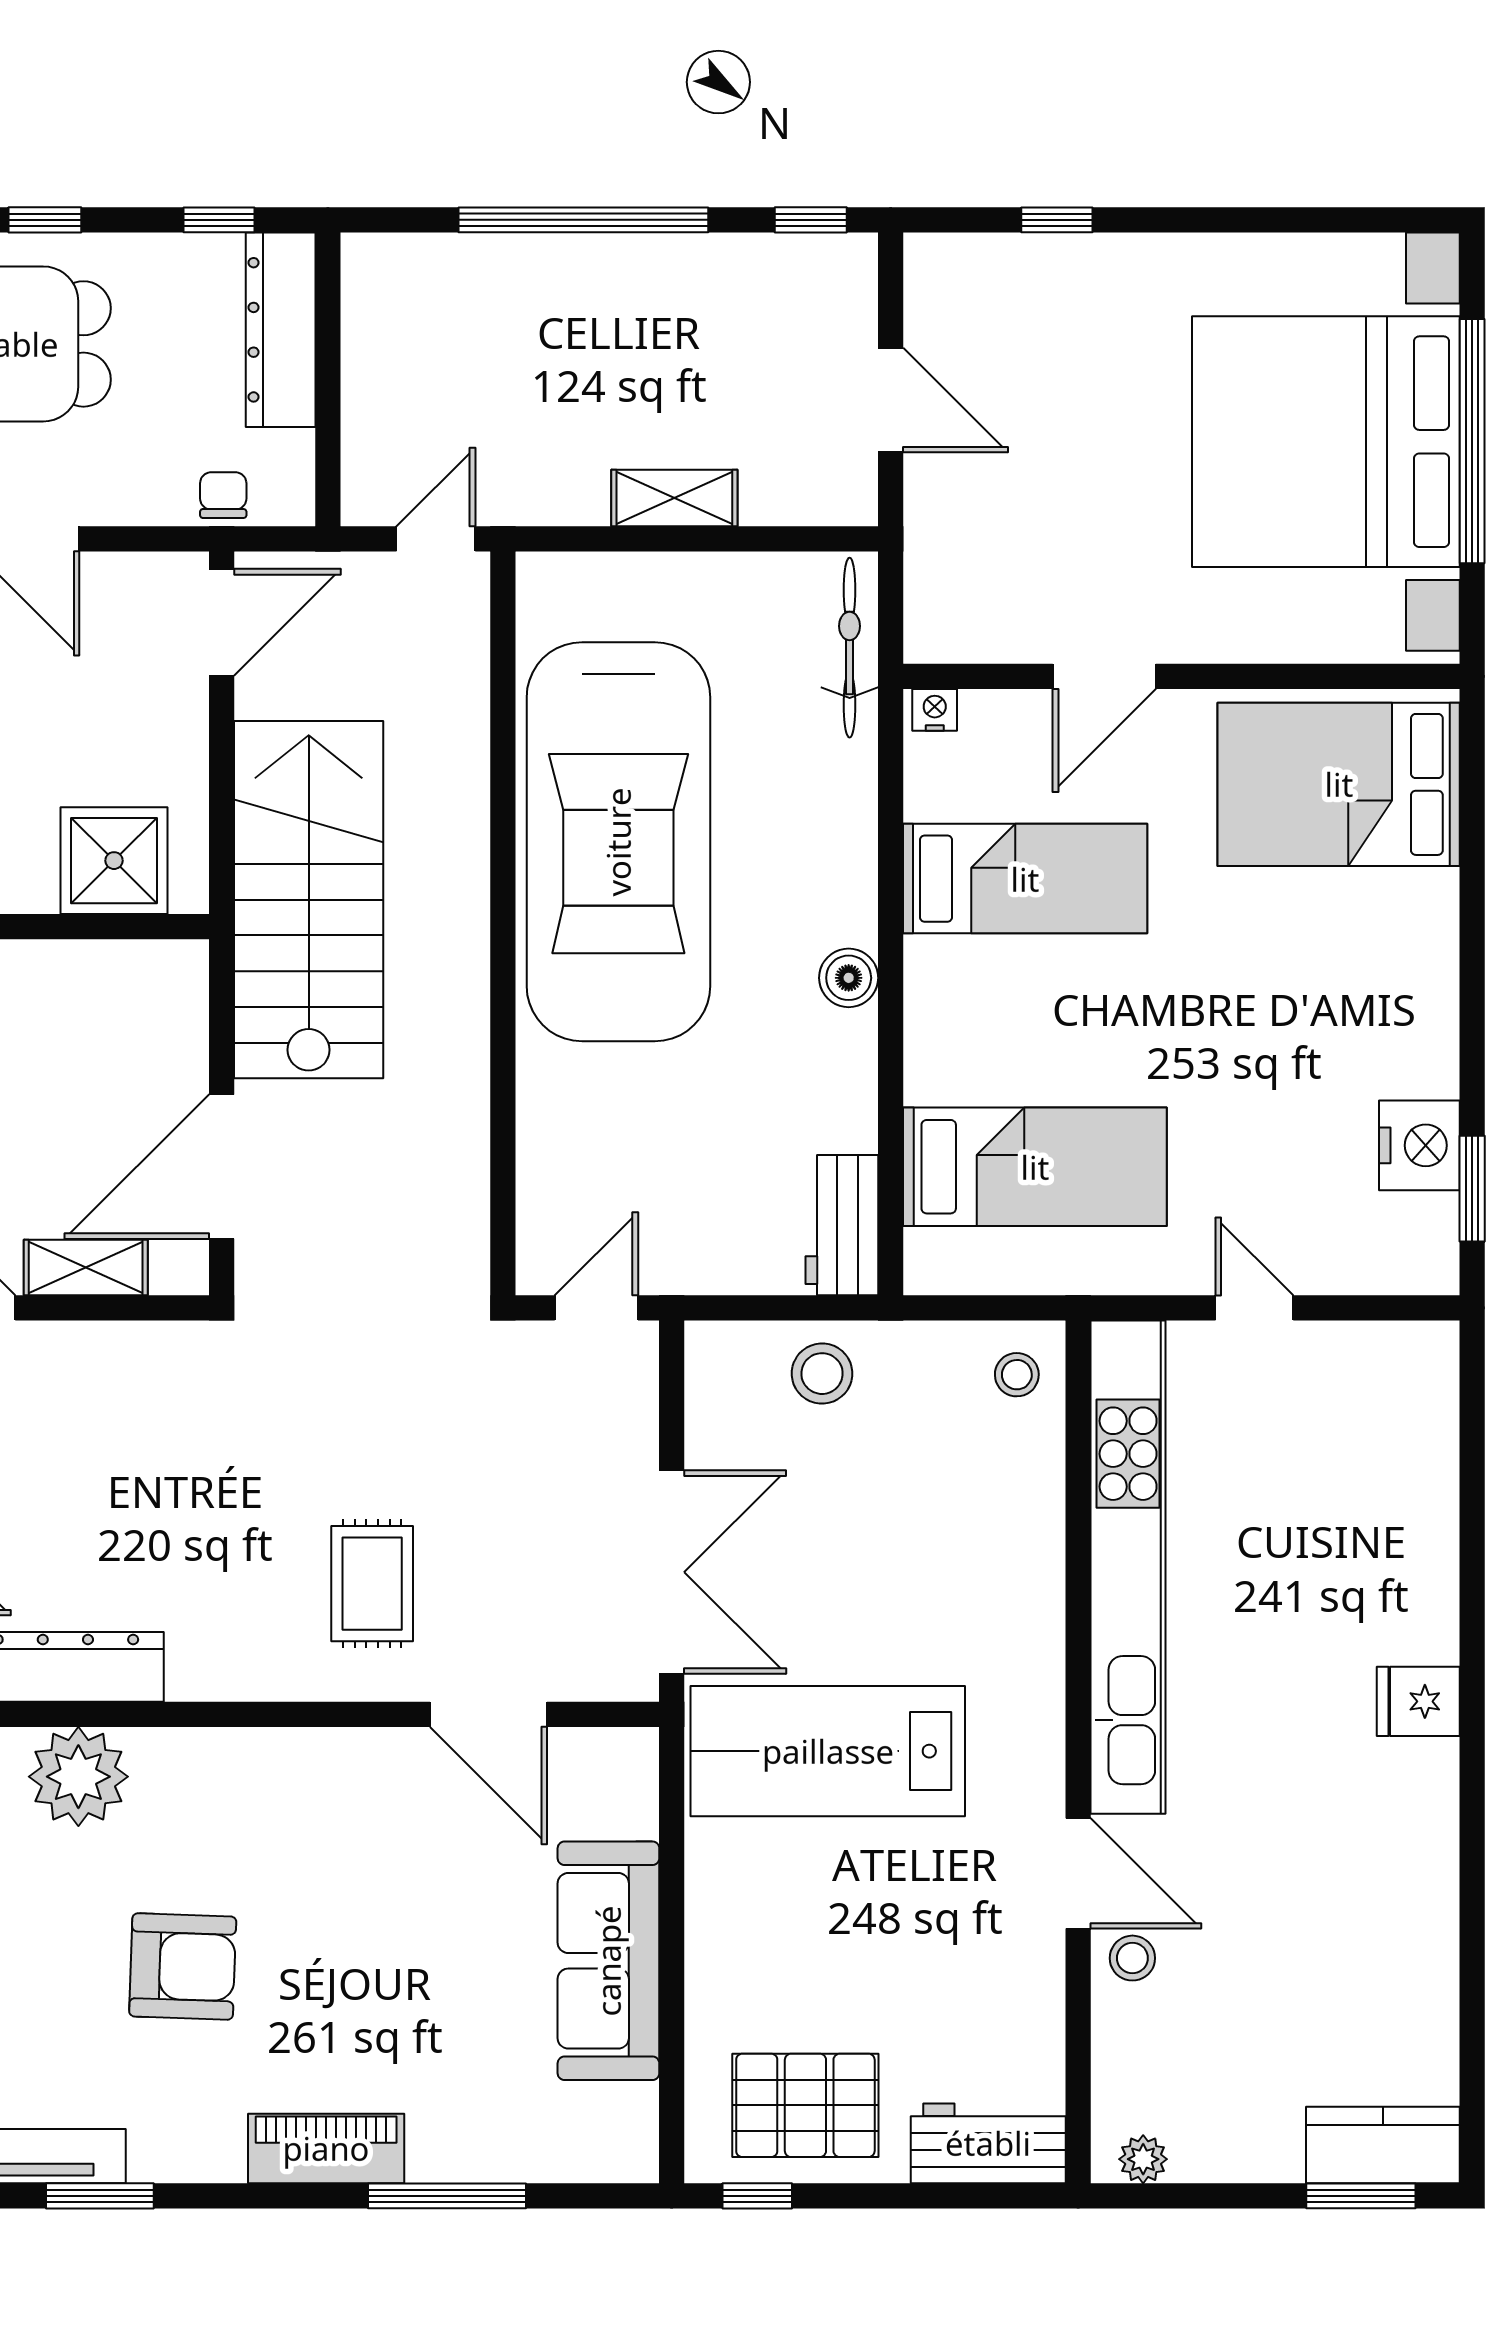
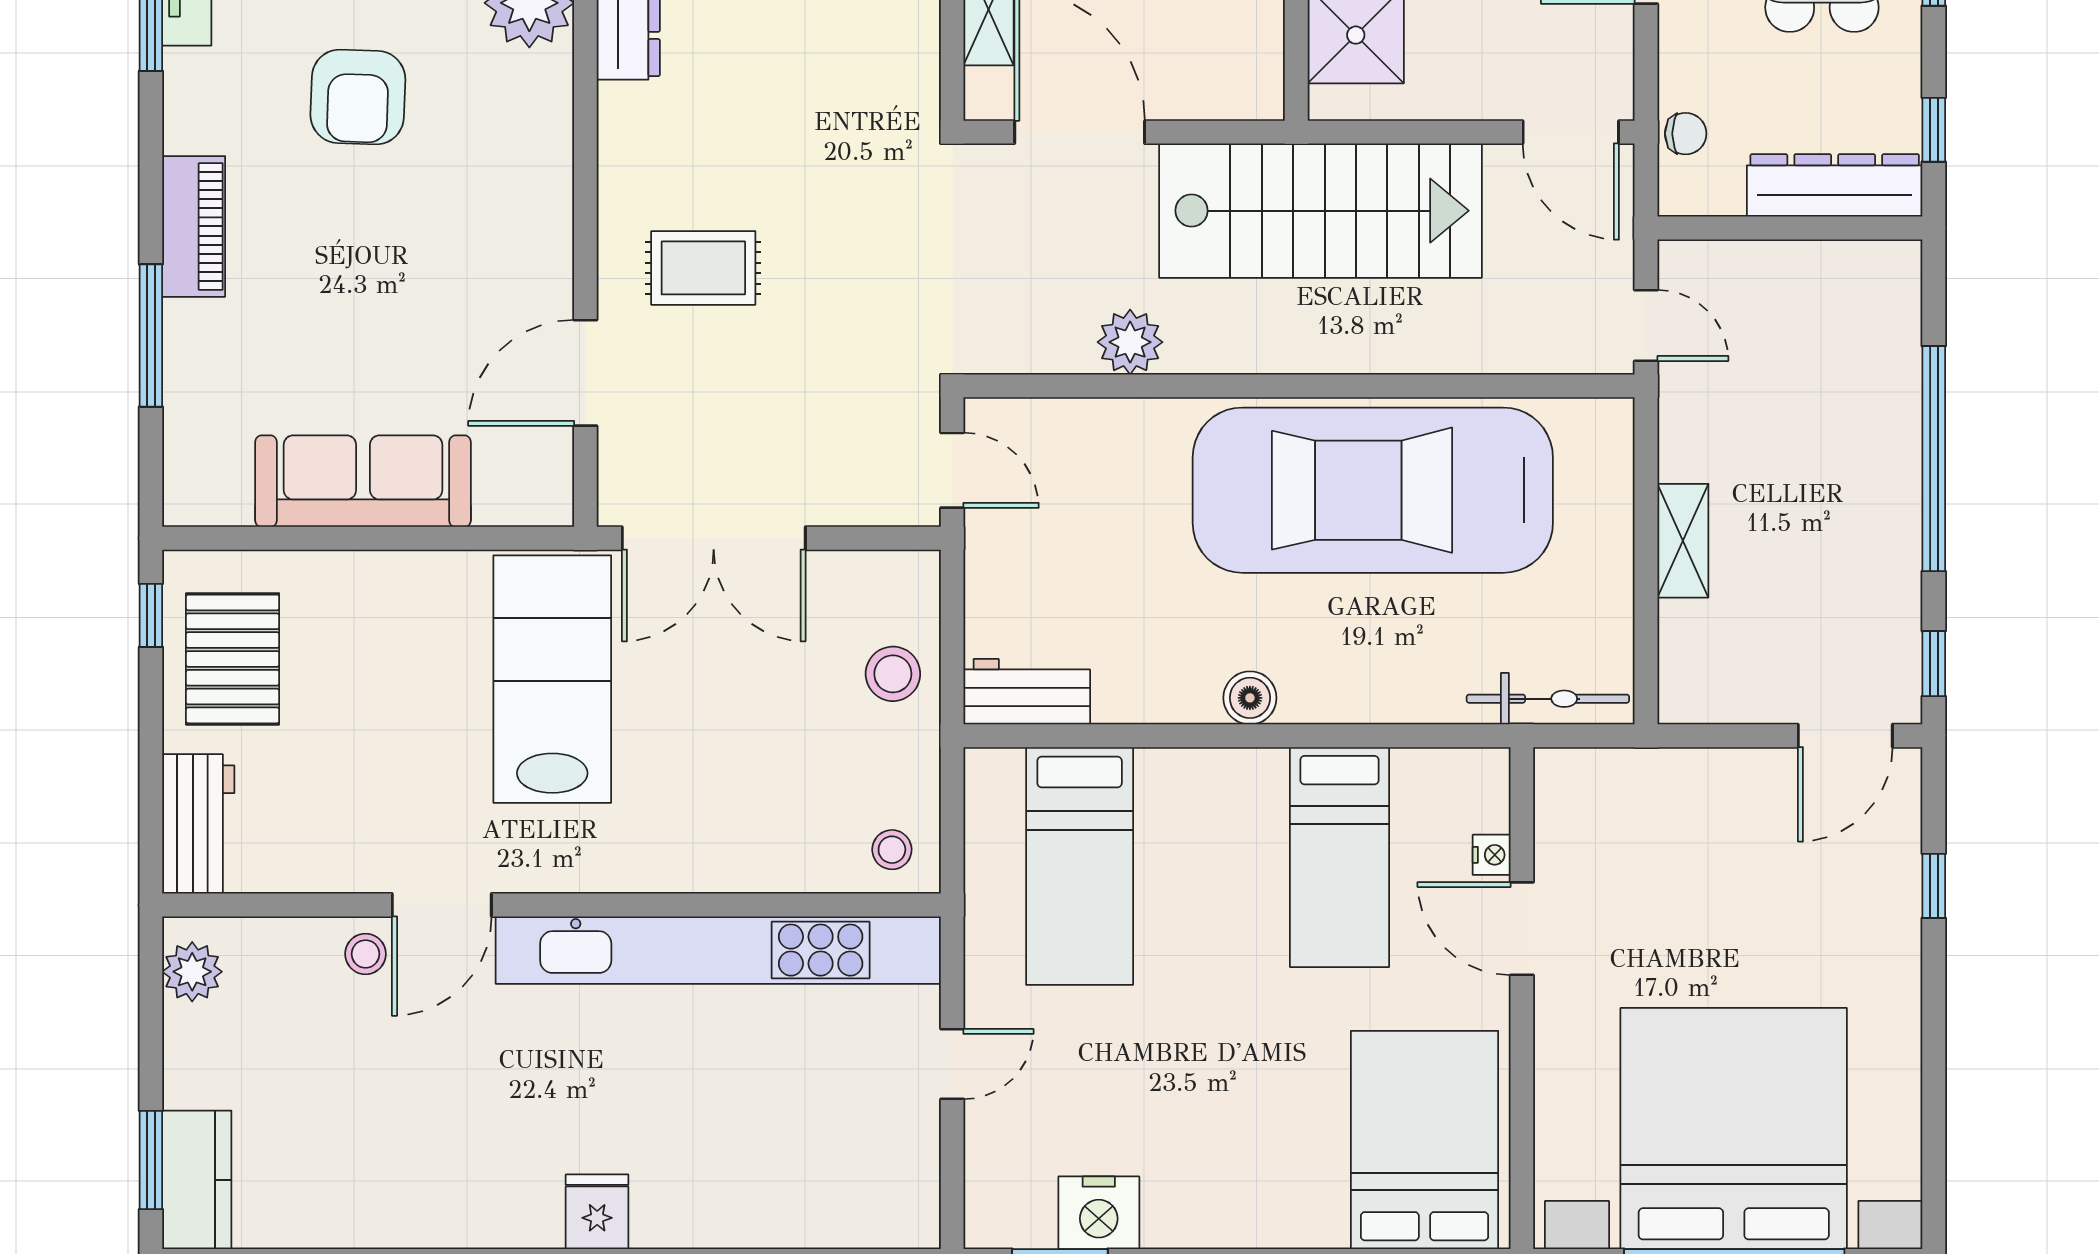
door: (891, 400) -> (1845, 736), moved
nightstand: (935, 710) -> (1492, 855), moved
plant: (454, 1111) -> (1130, 342), added
plant: (1143, 2159) -> (192, 972), width x1.38, depth x1.38

